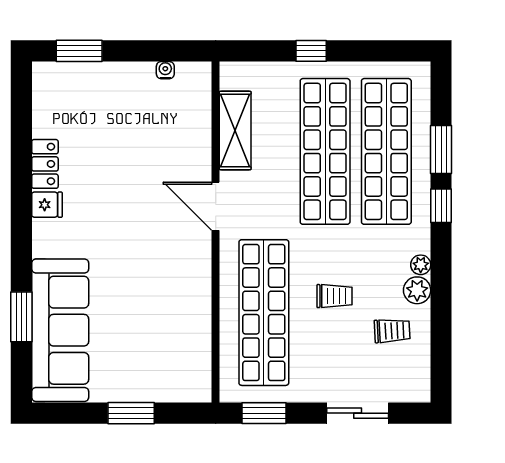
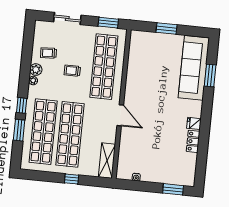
shelving: (235, 130) -> (107, 161), moved

